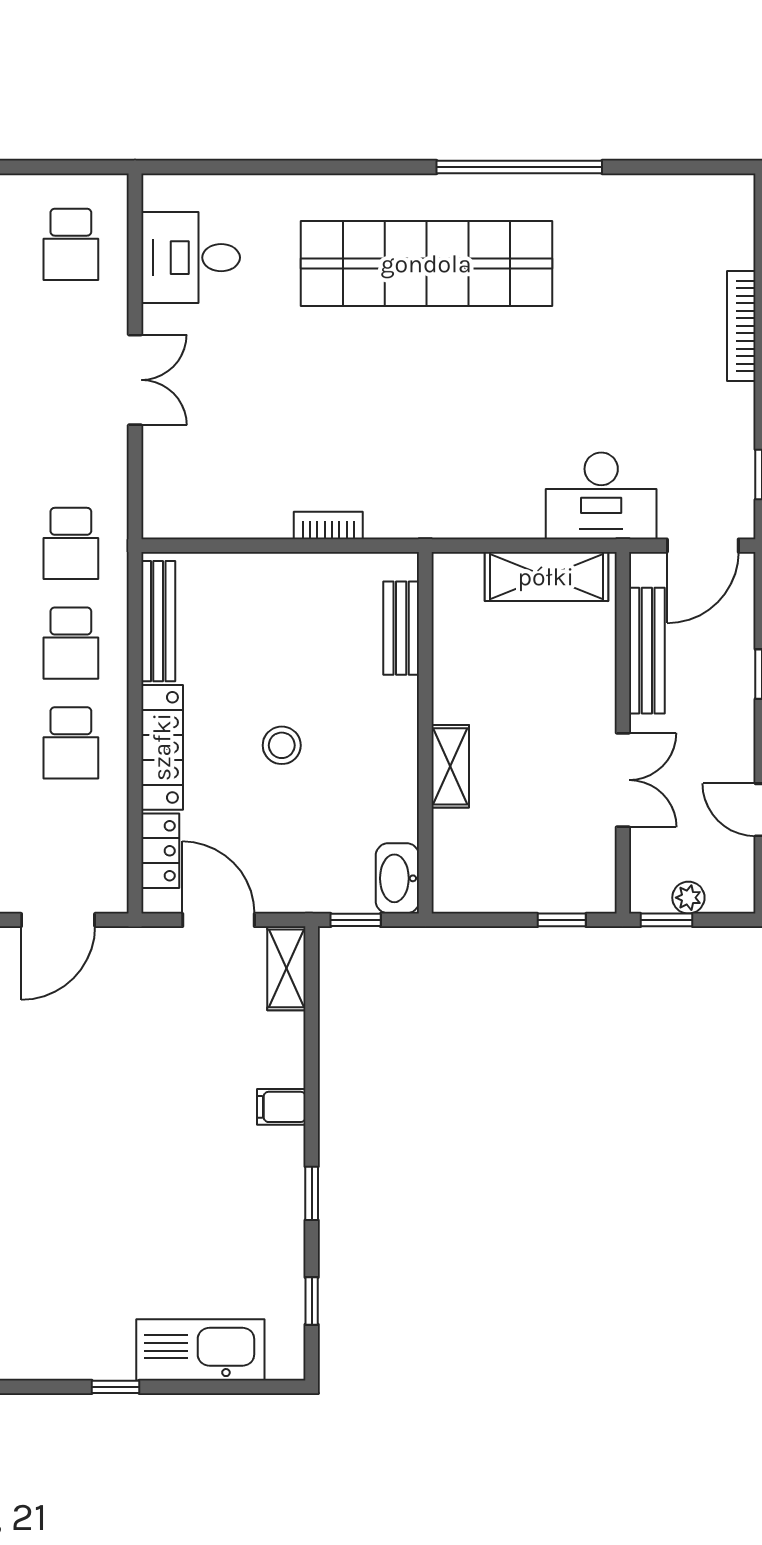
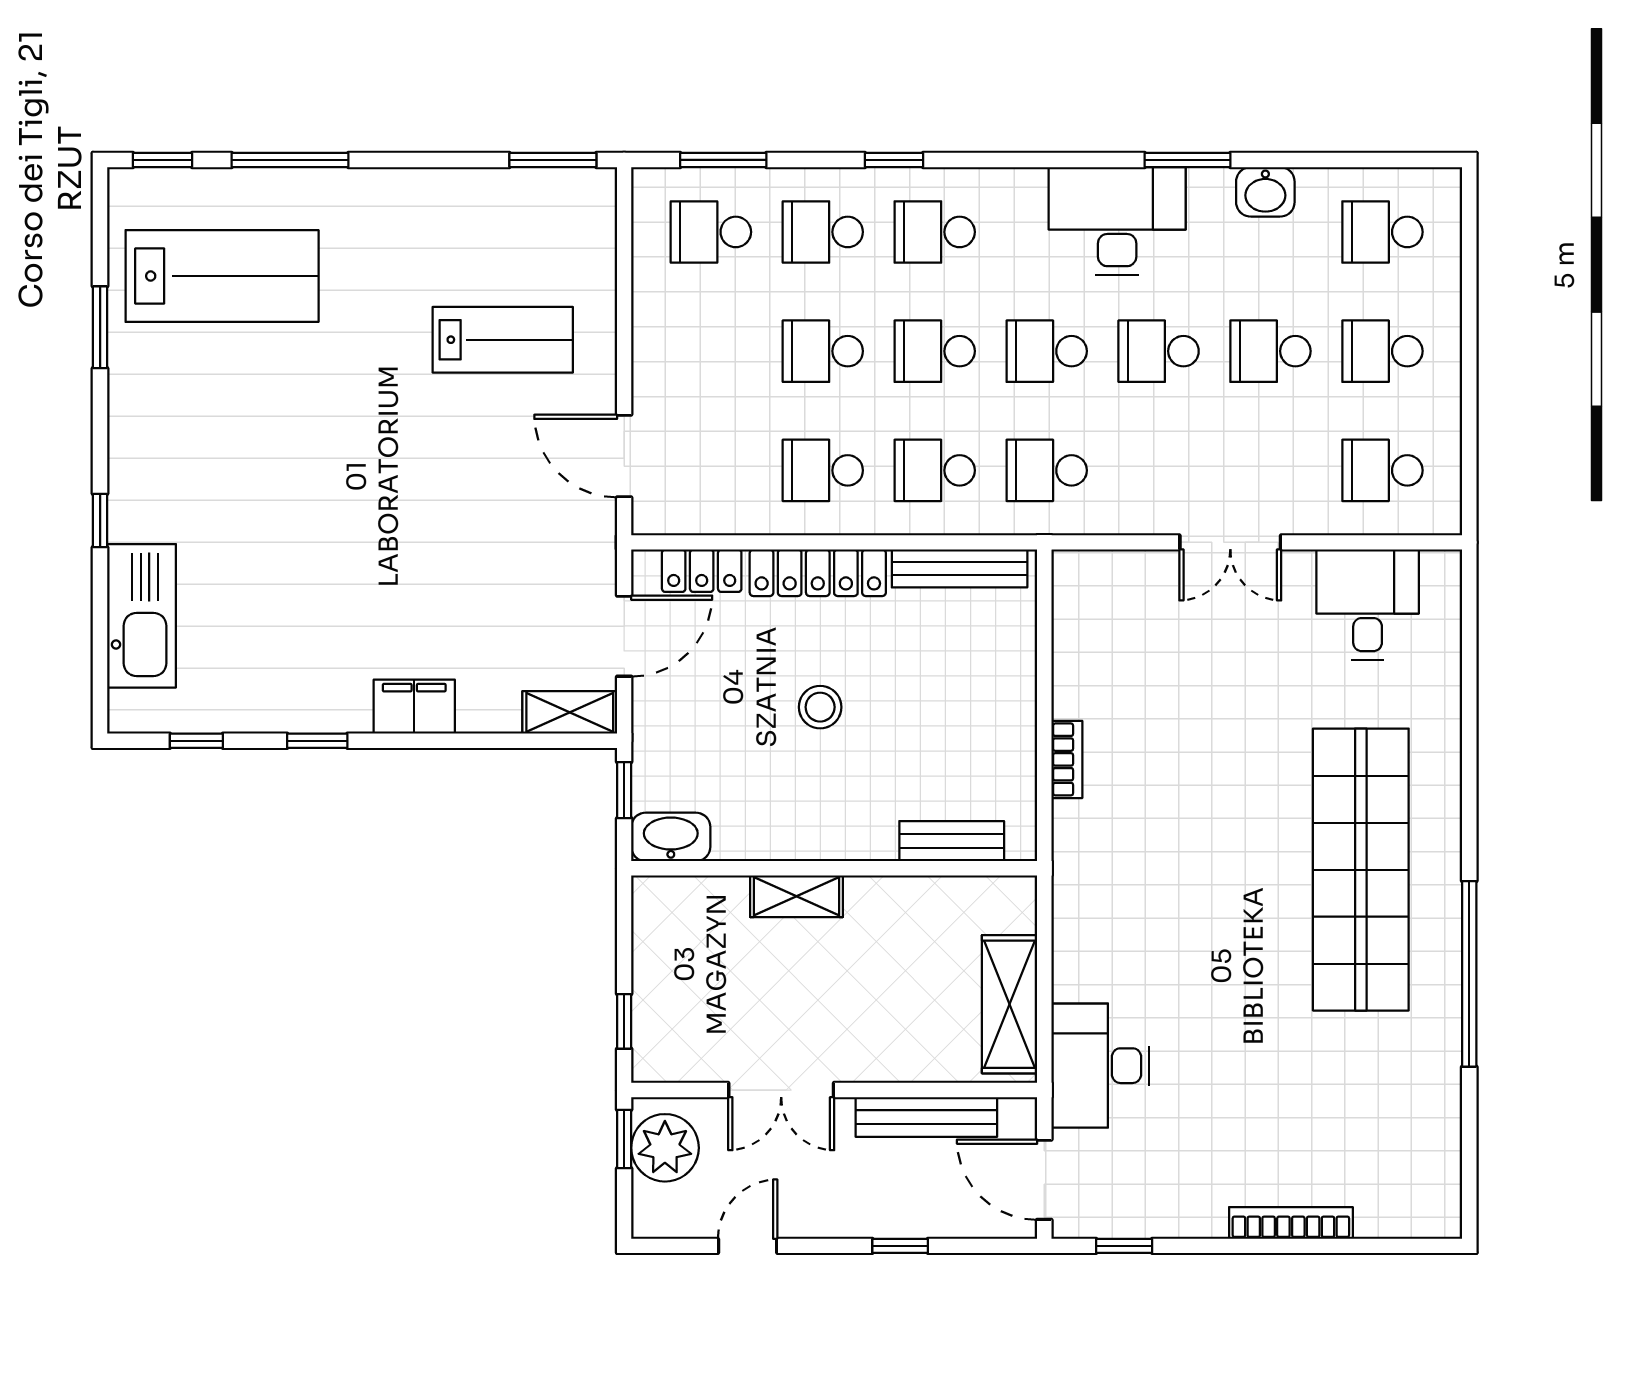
plant: (688, 898) -> (665, 1148), width x1.88, depth x1.88
filing cabinet: (281, 1107) -> (414, 707), width x2.00

